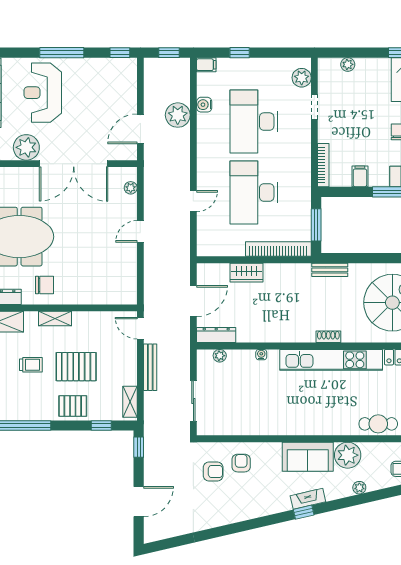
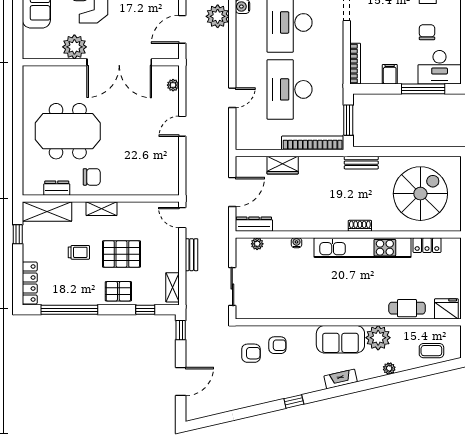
bench: (150, 367) -> (192, 255), width x0.73
armchair: (241, 463) -> (277, 345), turned 90
window: (304, 512) -> (294, 401), moved

